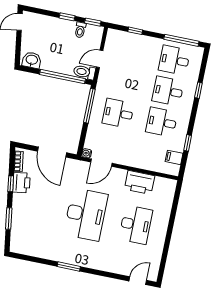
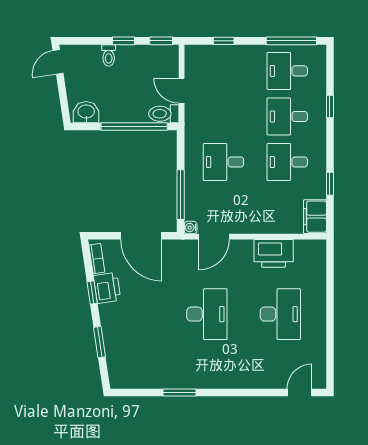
toilet: (80, 30) -> (109, 55), moved
door: (100, 59) -> (182, 91), hinge flipped
window: (89, 106) -> (181, 195), moved
filing cabinet: (174, 157) -> (315, 217), width x2.00
desk: (86, 214) -> (207, 314), width x0.73, depth x0.77
window: (69, 266) -> (180, 392), moved

